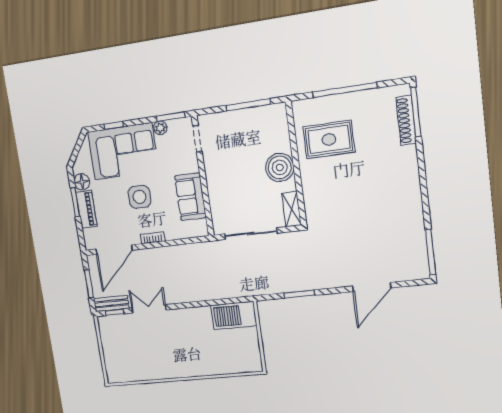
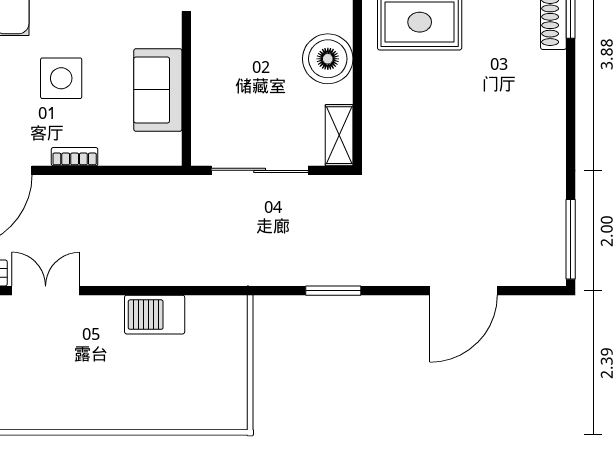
barbecue: (234, 315) -> (155, 315), moved, width x0.73, depth x0.83

